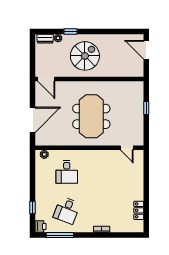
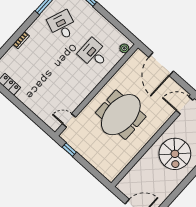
window: (146, 108) -> (69, 150), moved
meeting table: (91, 116) -> (121, 115), turned 90

